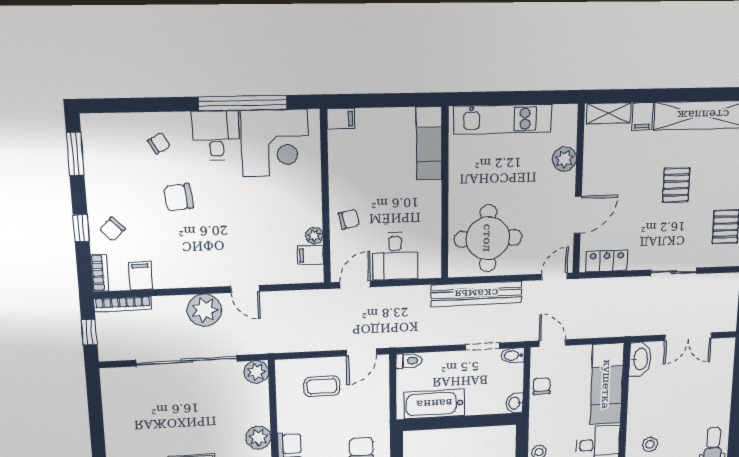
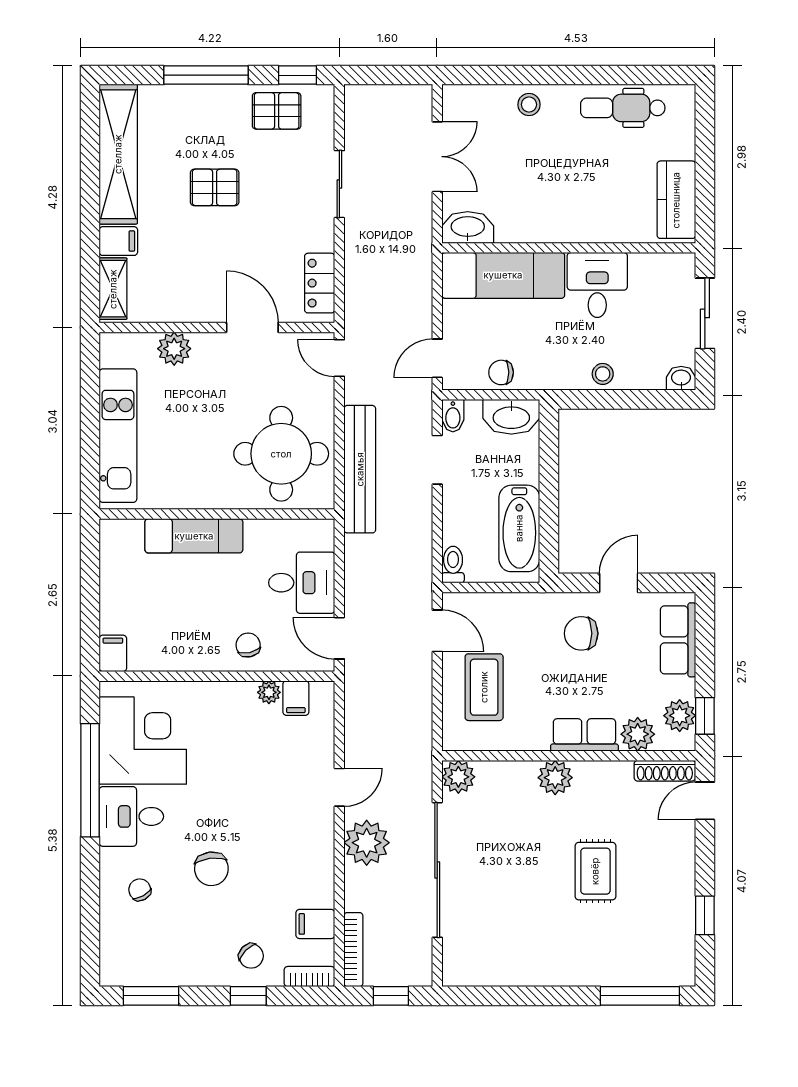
exam couch: (429, 143) -> (194, 536), moved
coffee table: (322, 386) -> (484, 687), width x1.36, depth x1.30
washbasin: (515, 403) -> (511, 417), width x1.91, depth x1.45
stool: (650, 444) -> (529, 105), moved

